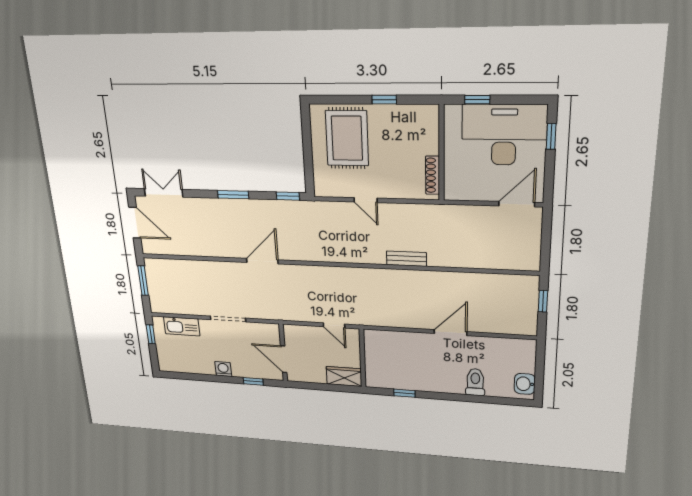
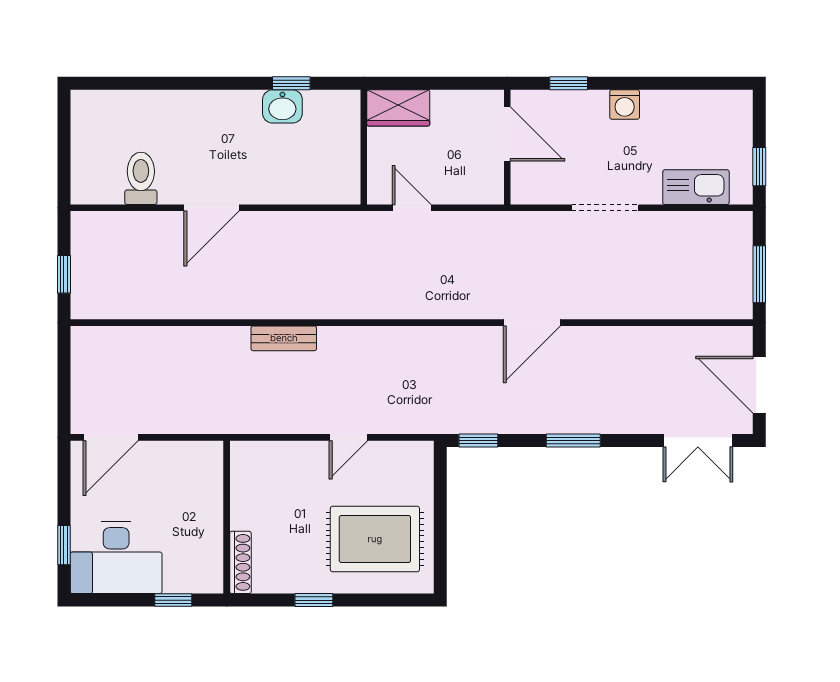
desk: (504, 135) -> (116, 558), width x0.73, depth x0.77
rug: (347, 138) -> (375, 539), turned 90
shoe rack: (433, 175) -> (240, 562), moved
door: (366, 200) -> (348, 437), swing flipped
toilet: (475, 382) -> (141, 178), moved, turned 180
washbasin: (525, 384) -> (282, 106), moved, turned 90

